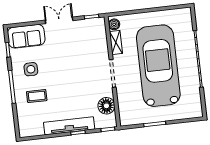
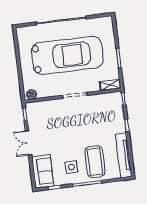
shelving: (116, 43) -> (110, 85), moved
car: (158, 66) -> (67, 55), turned 180
coffee table: (37, 96) -> (95, 162), width x1.86, depth x1.72
floor lamp: (106, 106) -> (103, 101), removed
tv unit: (69, 126) -> (124, 155), moved

